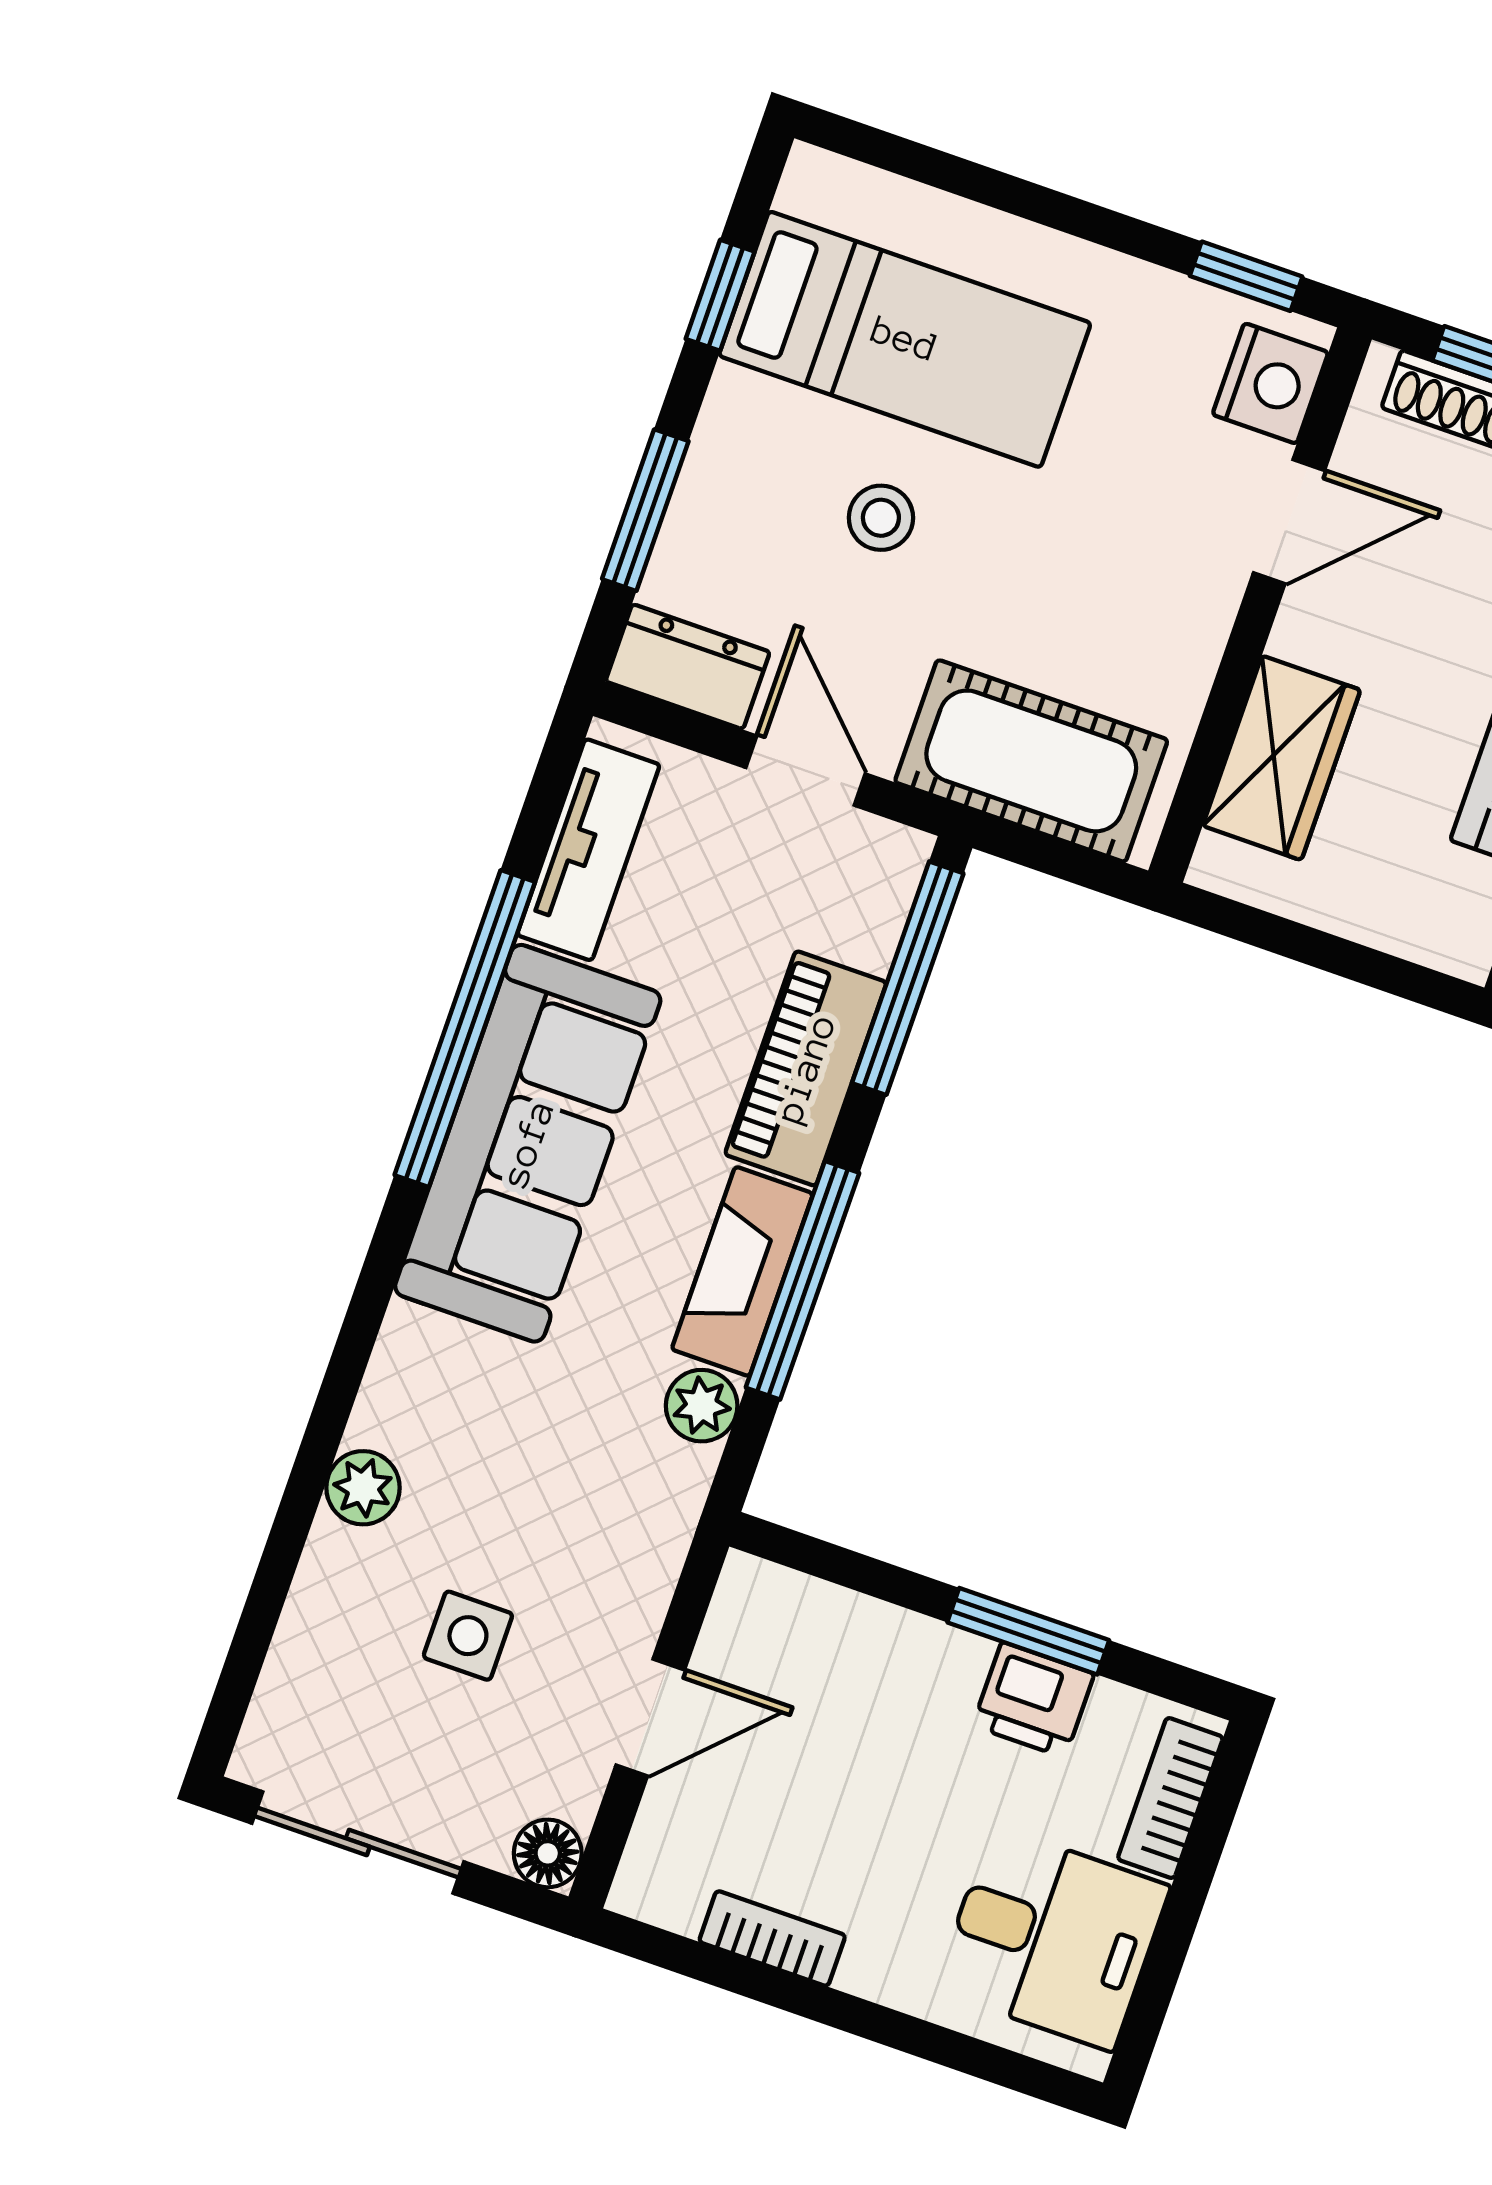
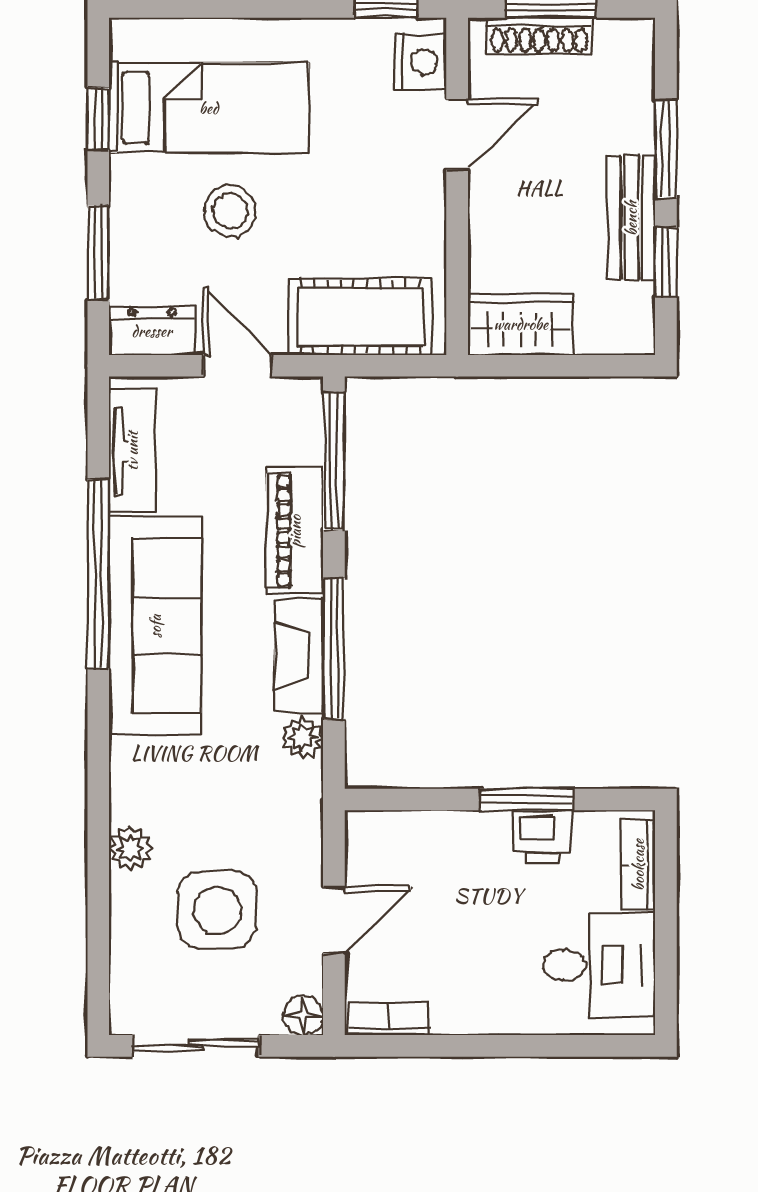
stool: (881, 518) -> (230, 211), width x1.37, depth x1.37
wardrobe: (1282, 758) -> (521, 324), moved, turned -90
side table: (468, 1636) -> (217, 910), width x1.87, depth x1.87
bookcase: (772, 1938) -> (389, 1019), moved

